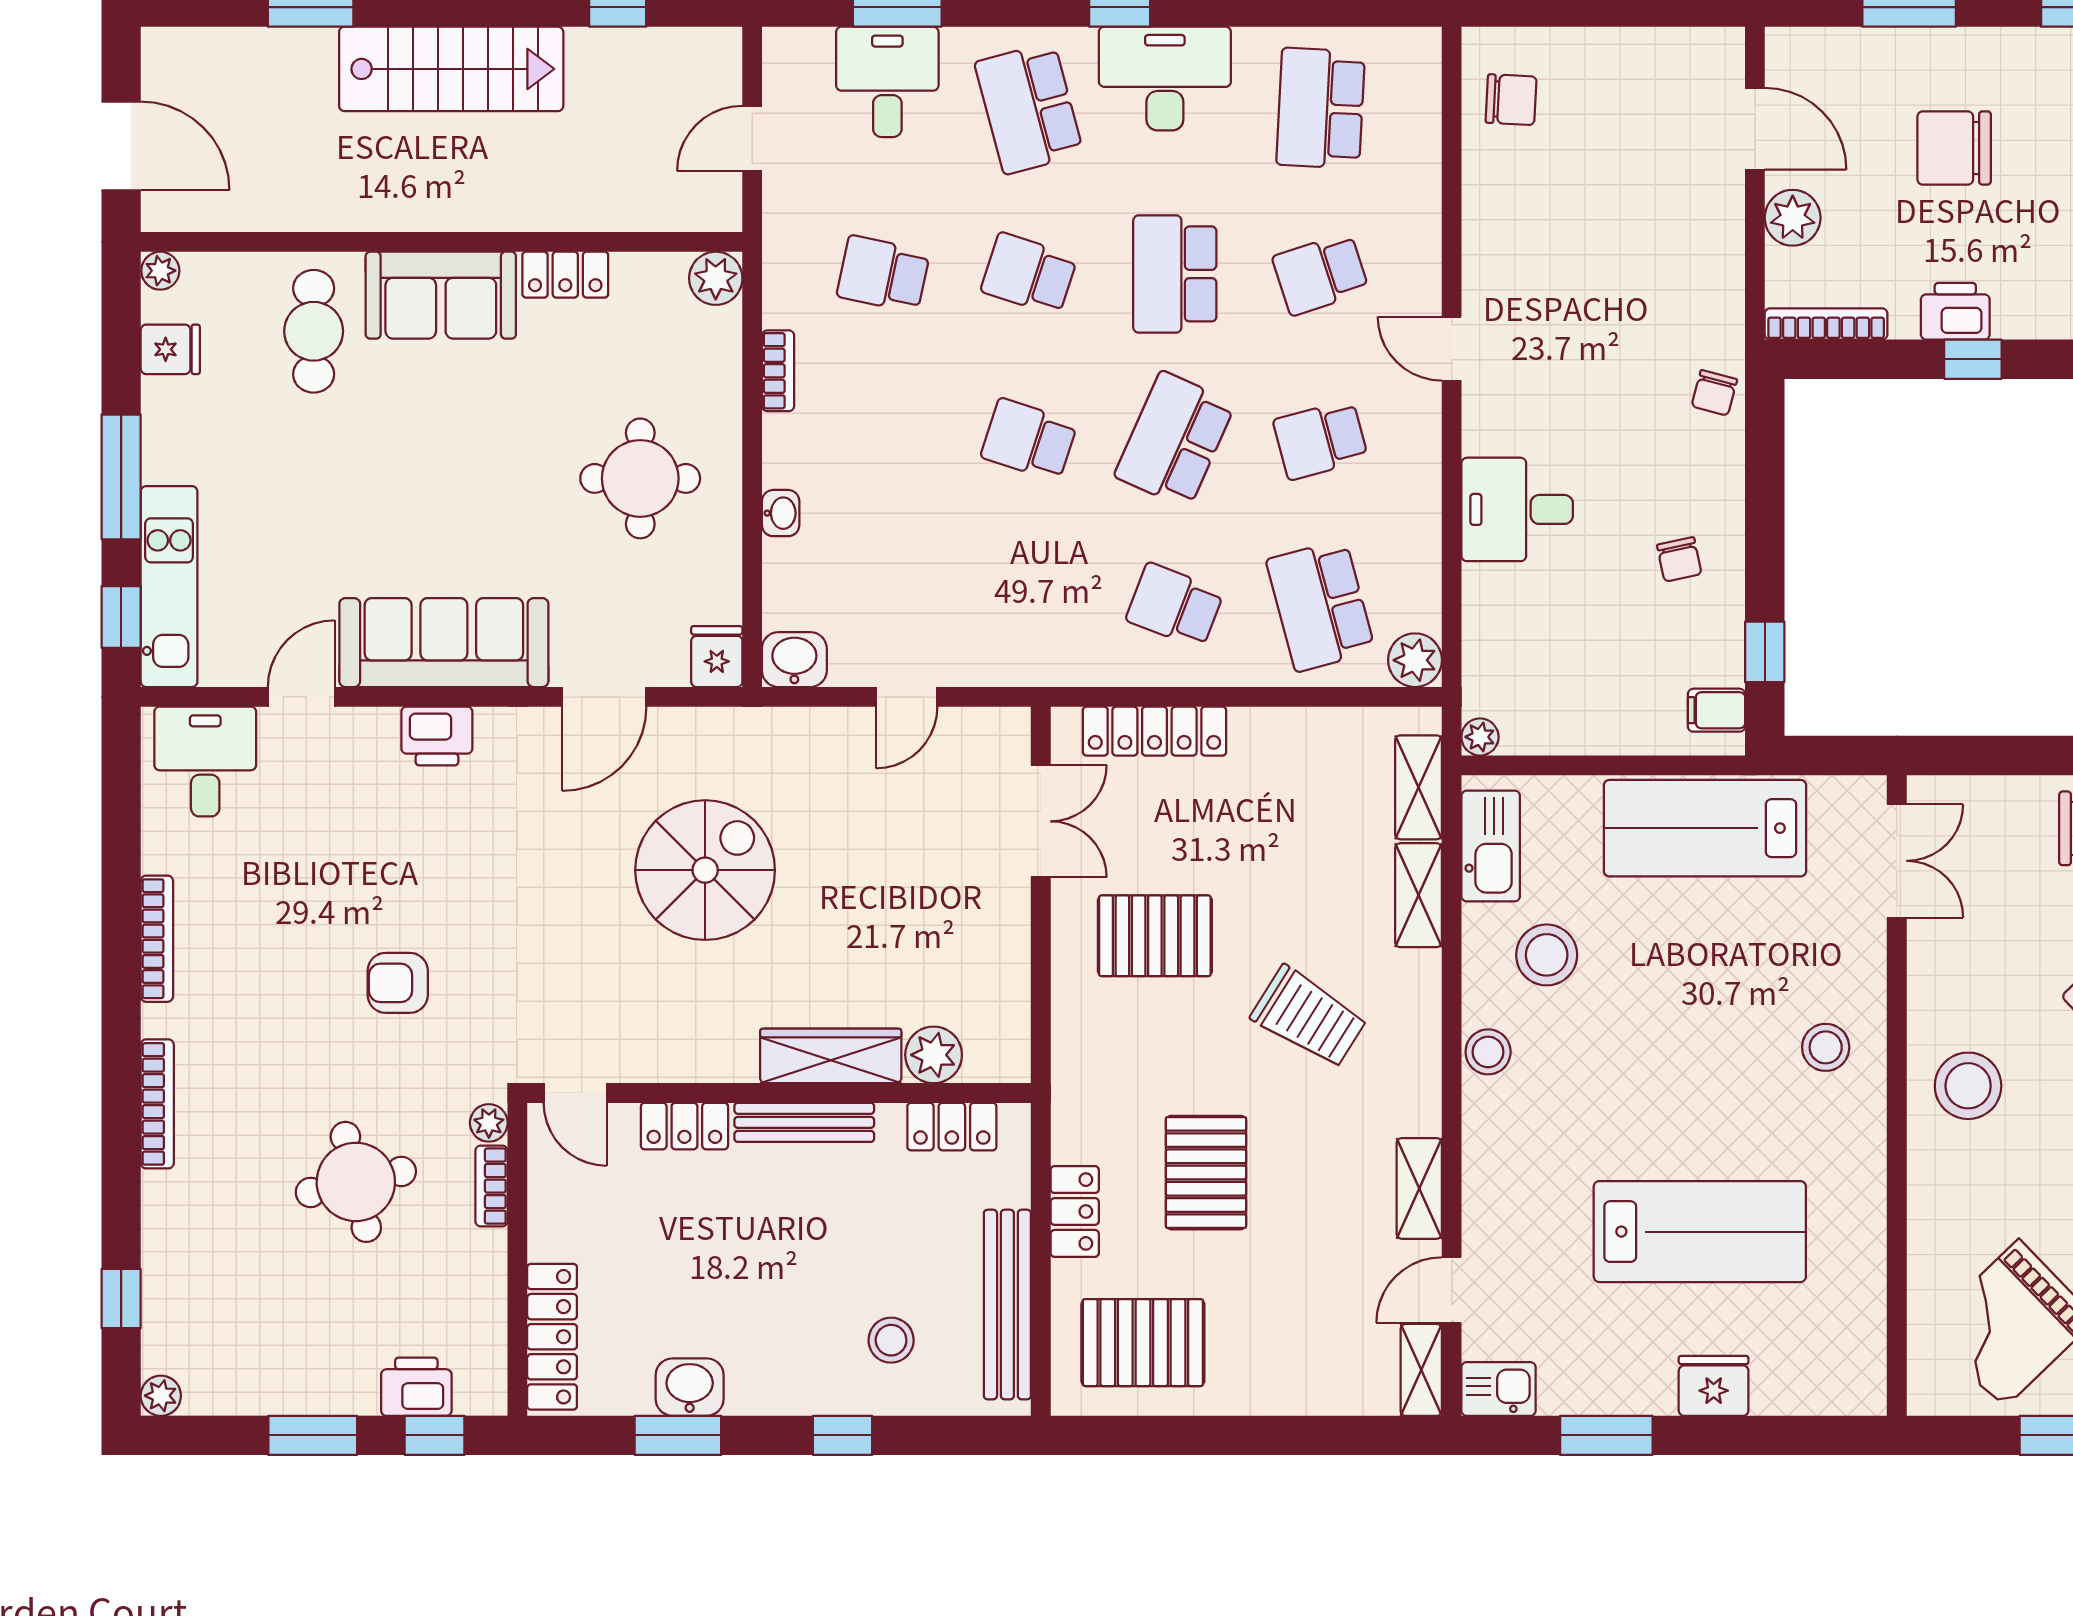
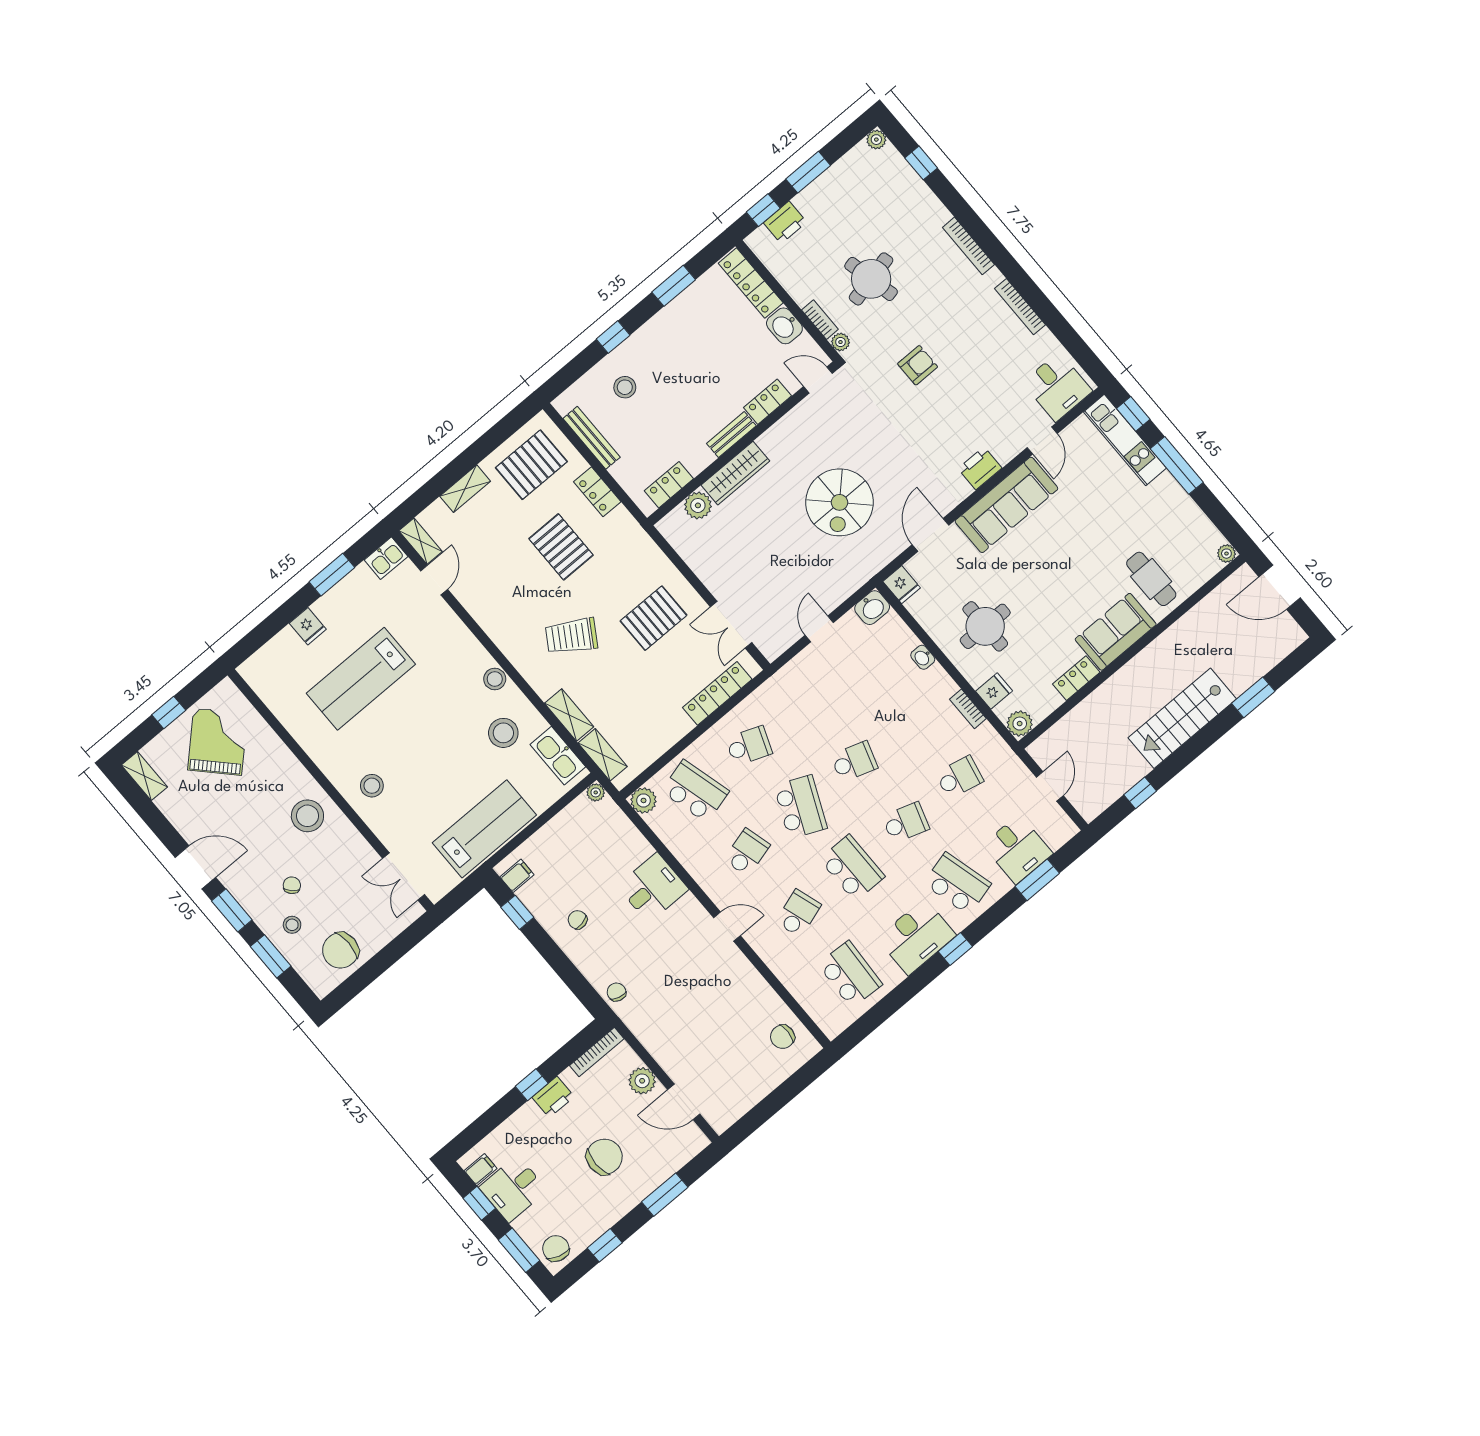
fridge: (170, 349) -> (994, 691), moved, turned 180
bench: (804, 1122) -> (731, 435), width x0.73
shelving: (1419, 1188) -> (465, 489), moved, turned 90
bench: (1007, 1305) -> (592, 438), width x0.73, depth x0.82
fridge: (1714, 1386) -> (308, 626), width x0.72
washbasin: (690, 1387) -> (784, 326), moved, turned 90

